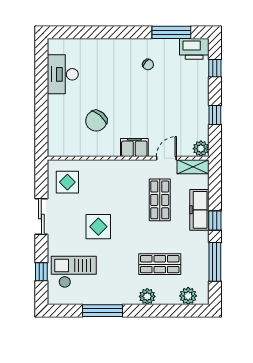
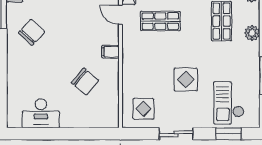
chair: (148, 65) -> (32, 32), width x1.87, depth x1.87
filing cabinet: (134, 147) -> (110, 52), width x0.50
window: (41, 272) -> (229, 134), width x1.50

